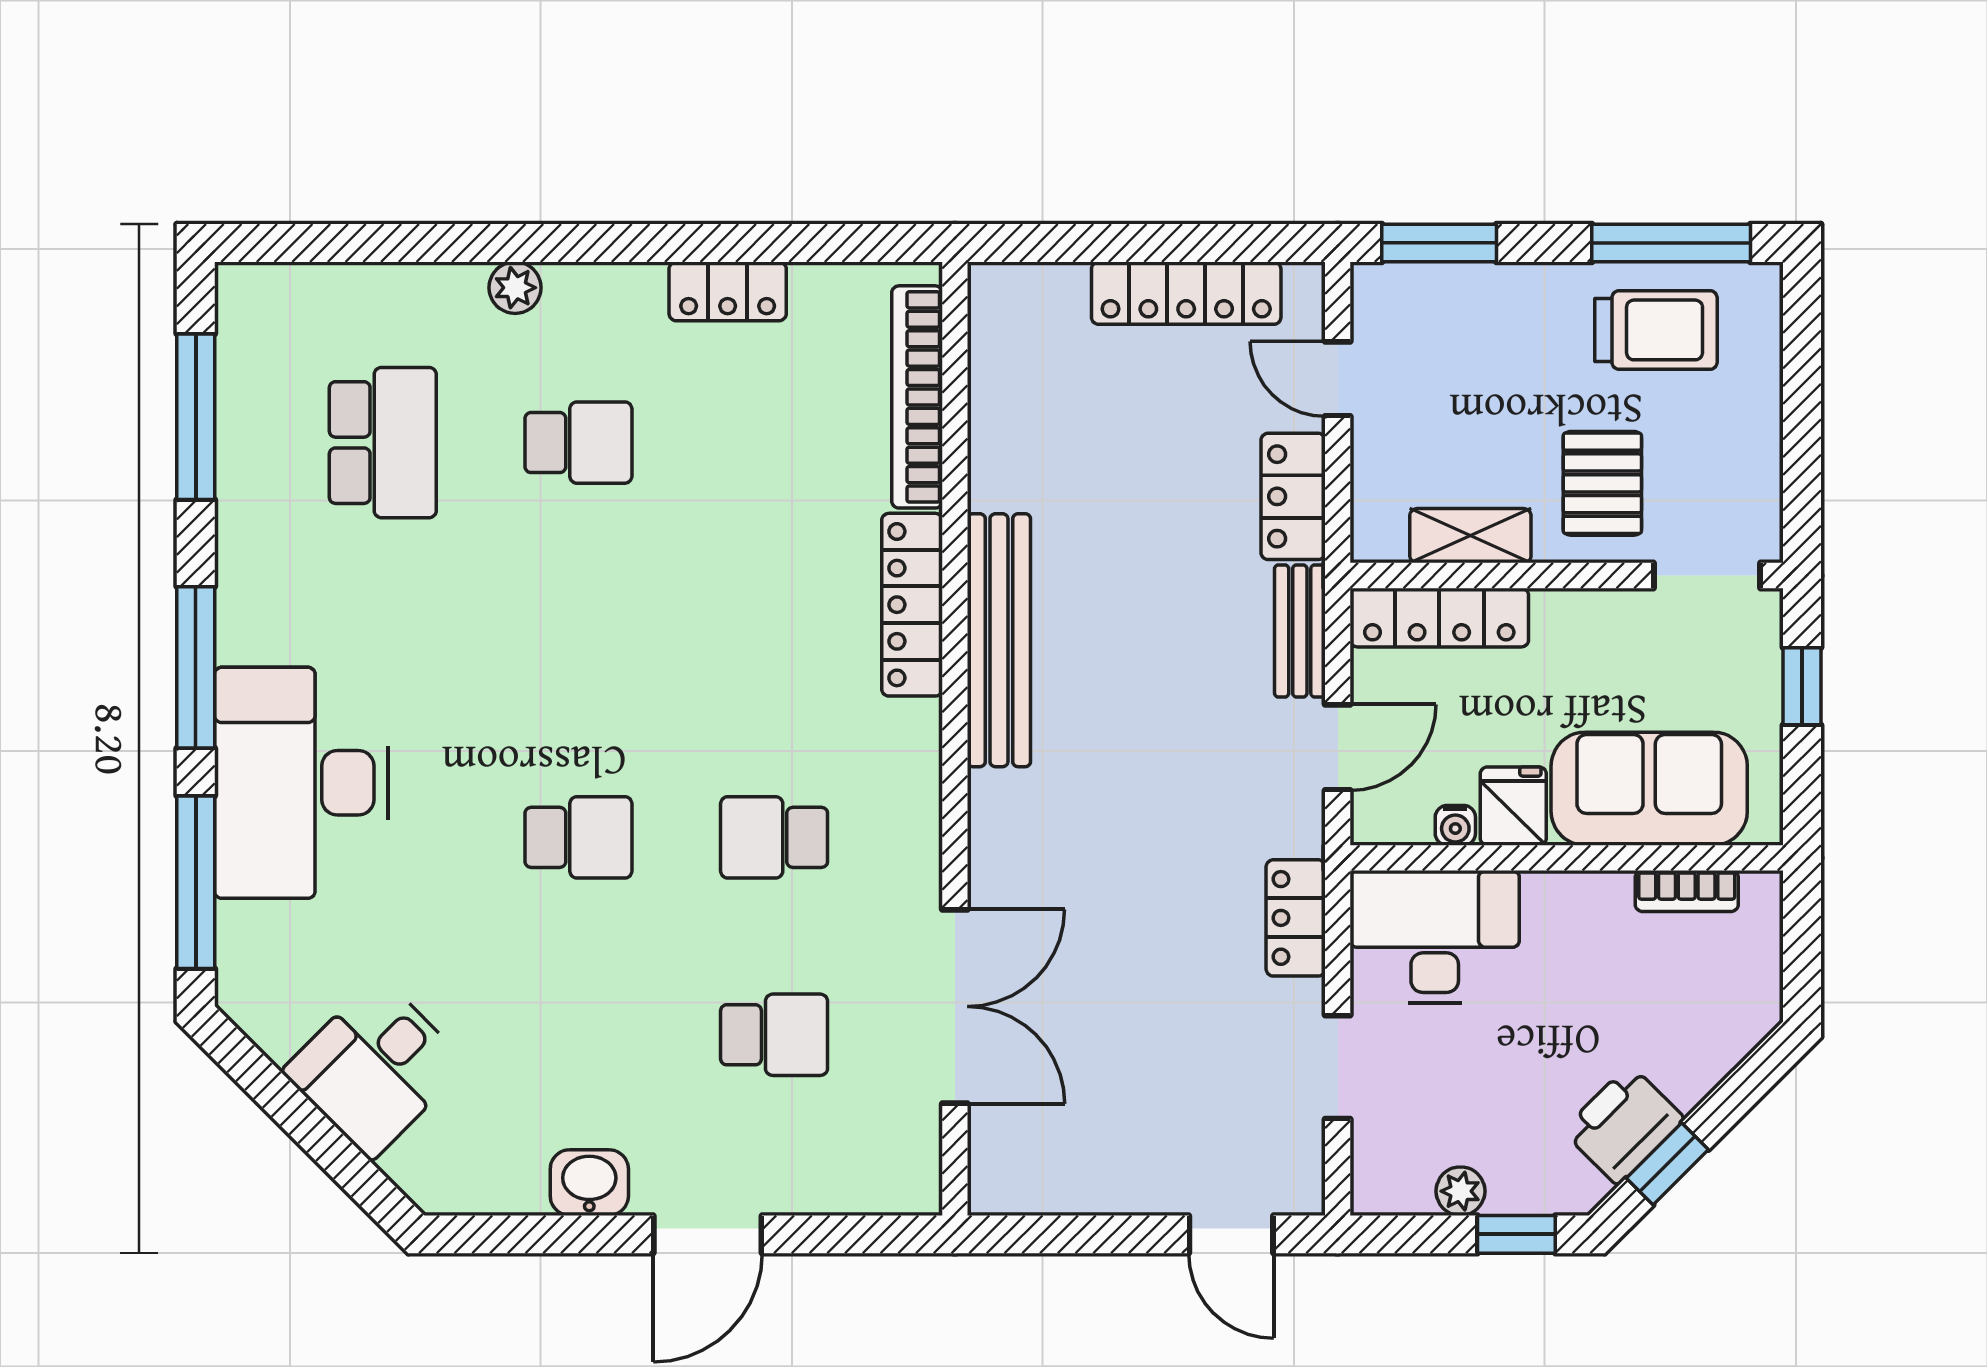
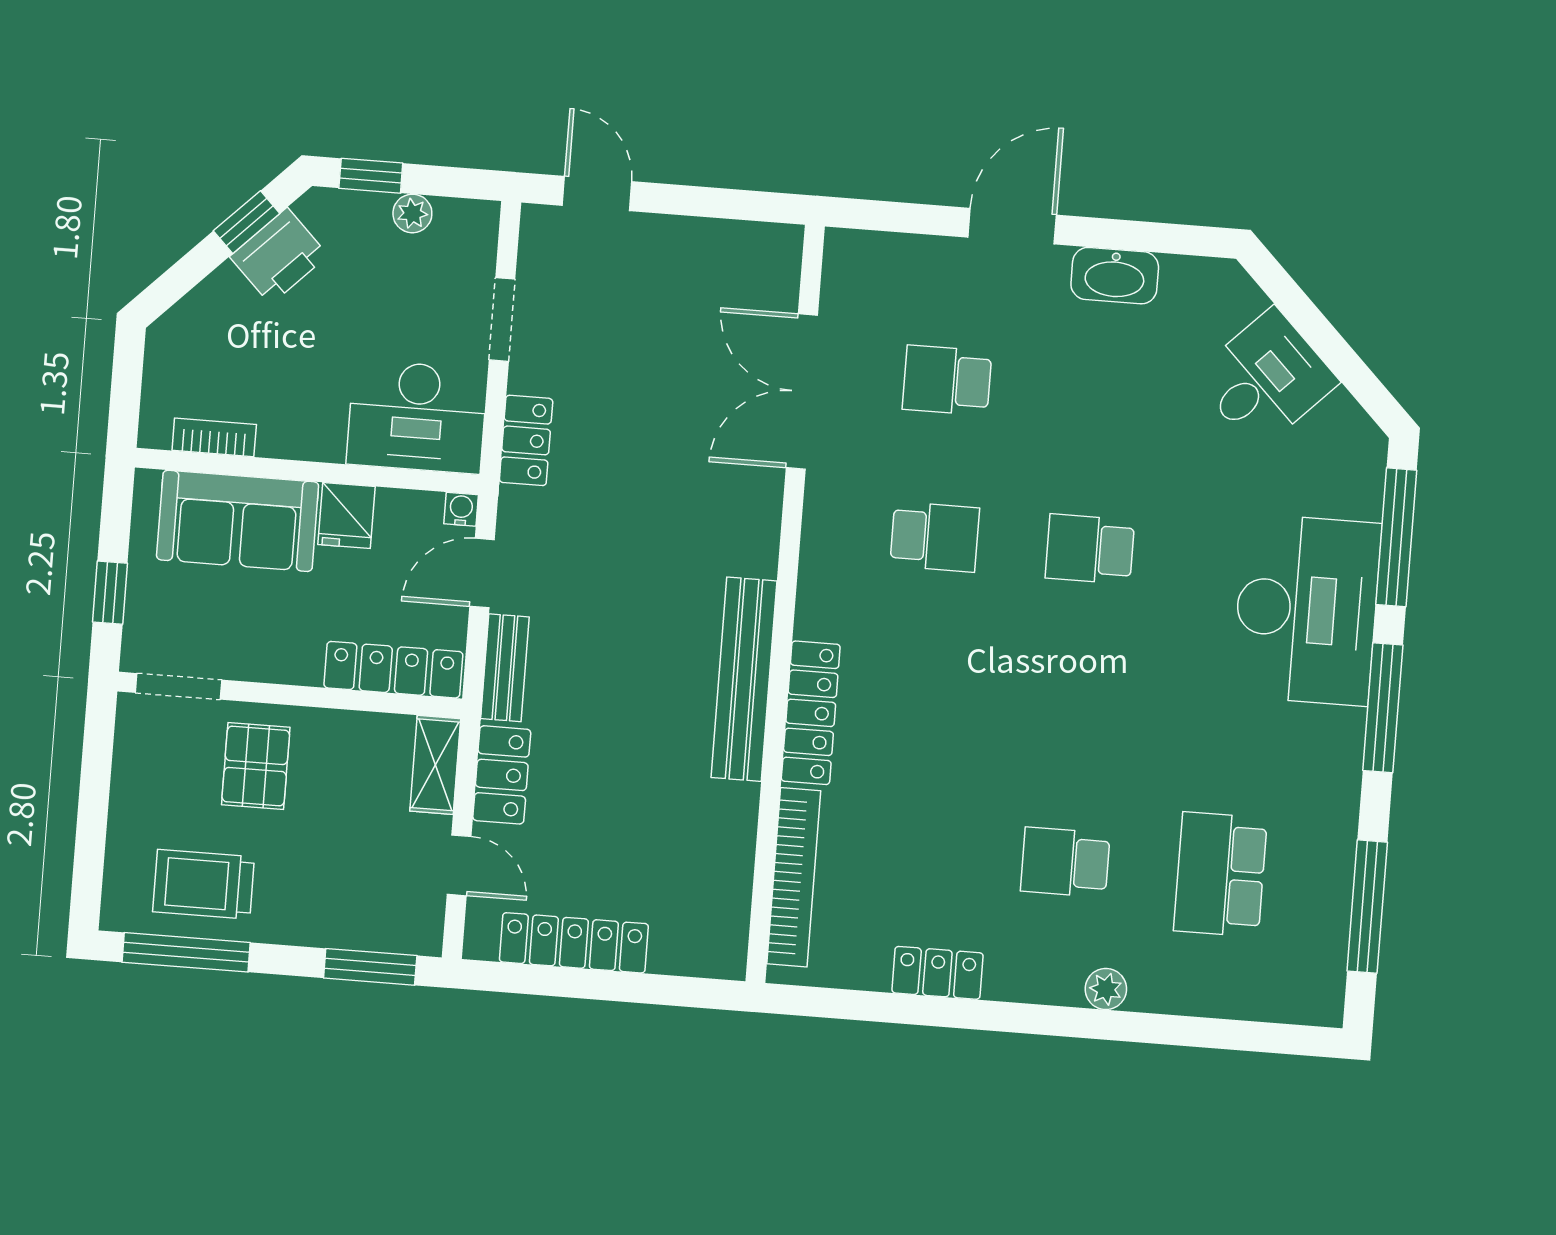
shelving: (1470, 536) -> (435, 765), moved, turned 90
water cooler: (1455, 825) -> (461, 509), moved
washbasin: (589, 1183) -> (1115, 276), width x1.38

